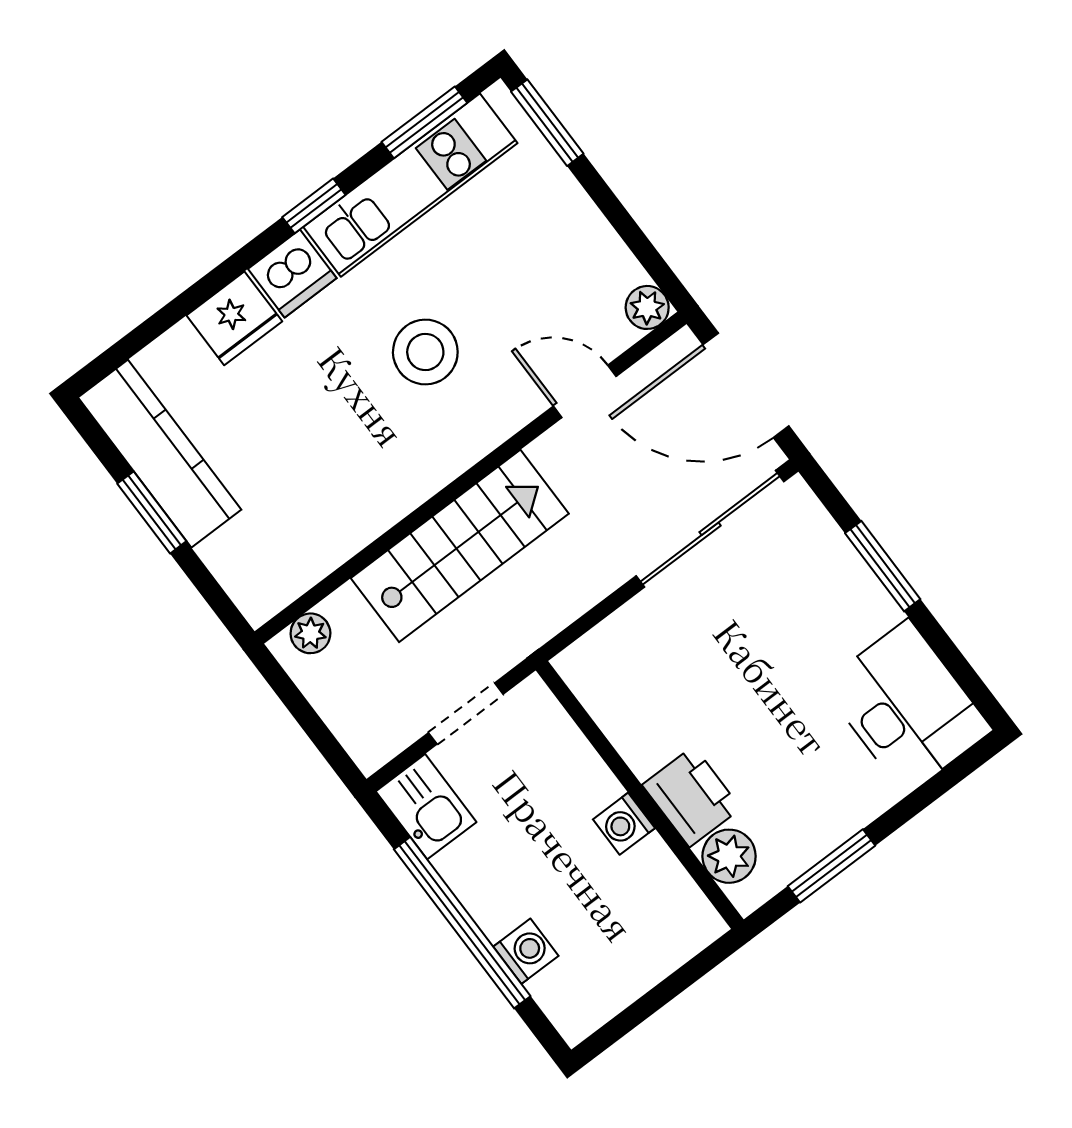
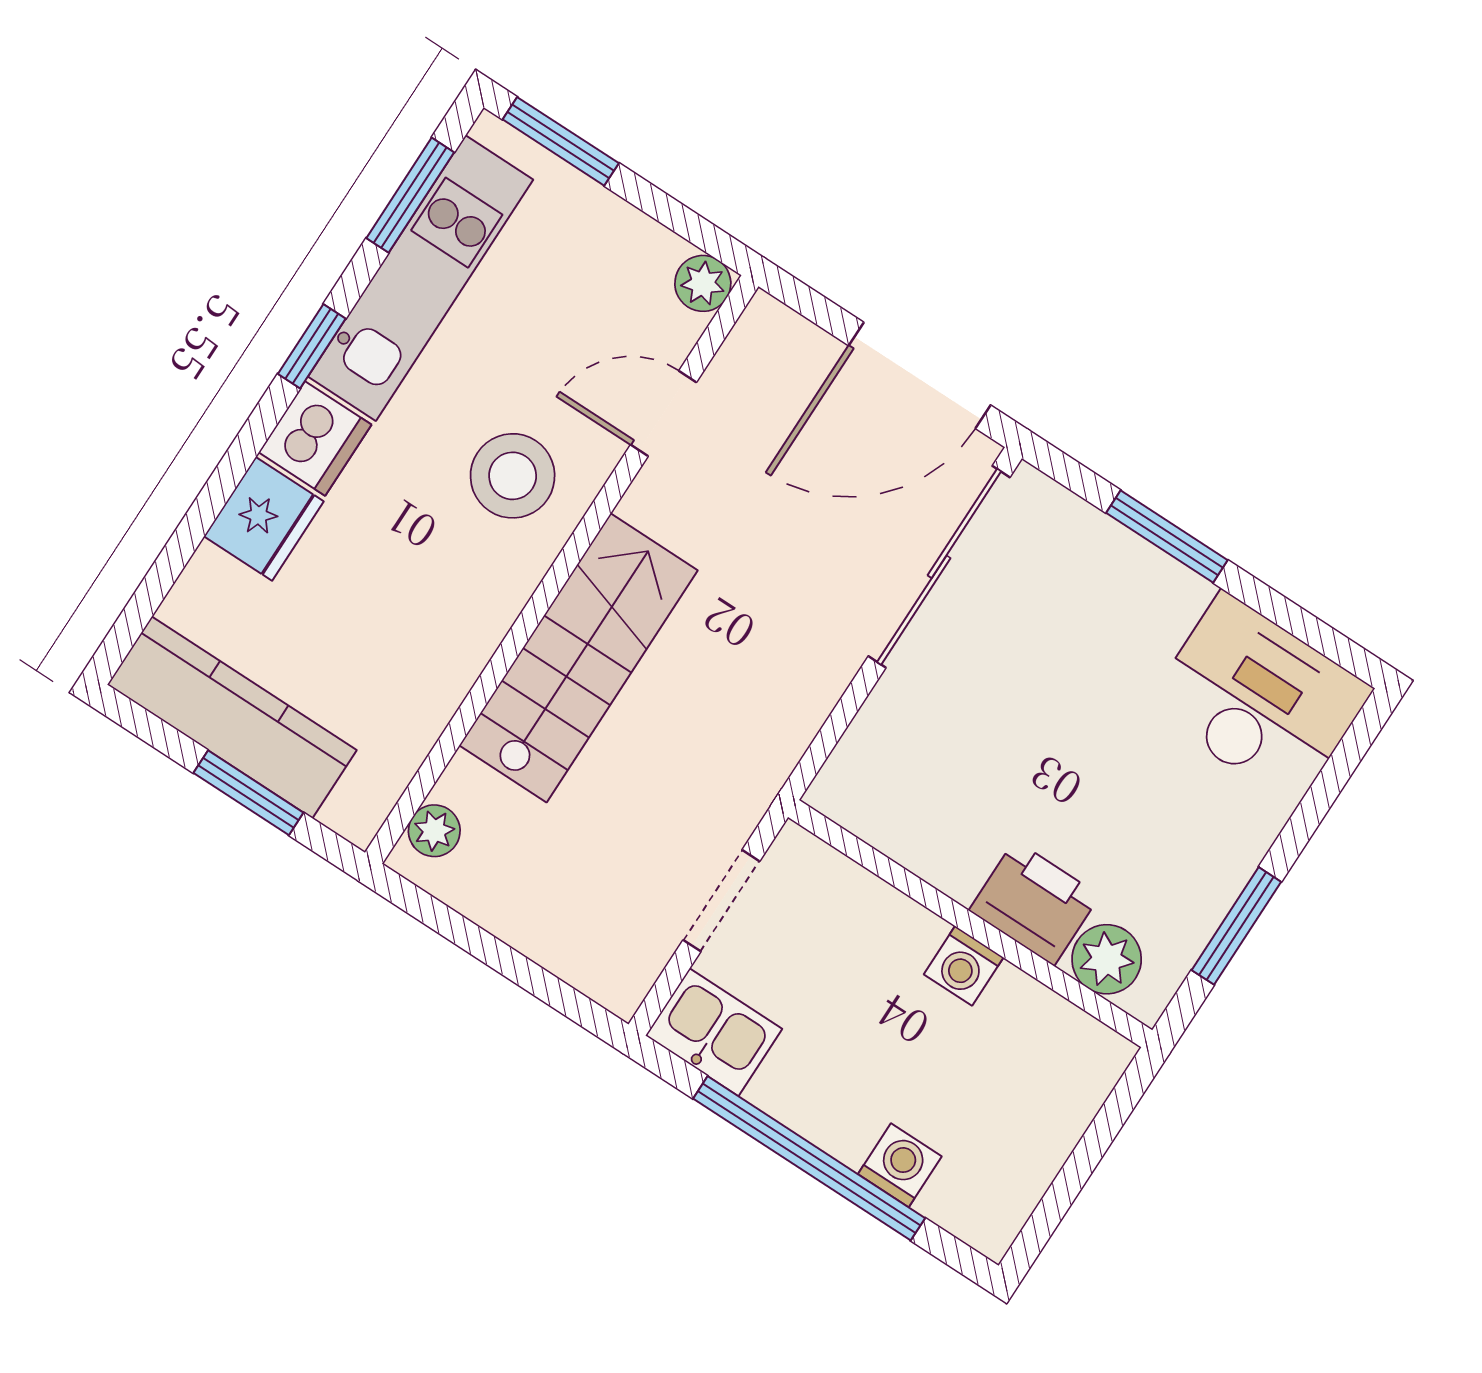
plant: (647, 307) -> (703, 283), moved
door: (585, 391) -> (663, 413), moved
wall: (471, 478) -> (562, 570), moved
stairs: (460, 546) -> (579, 658), moved
plant: (310, 633) -> (434, 831), moved

